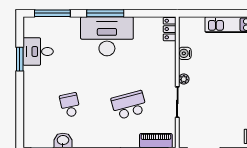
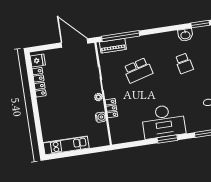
window: (105, 13) -> (167, 139), width x0.69
locker: (170, 29) -> (111, 108), moved

